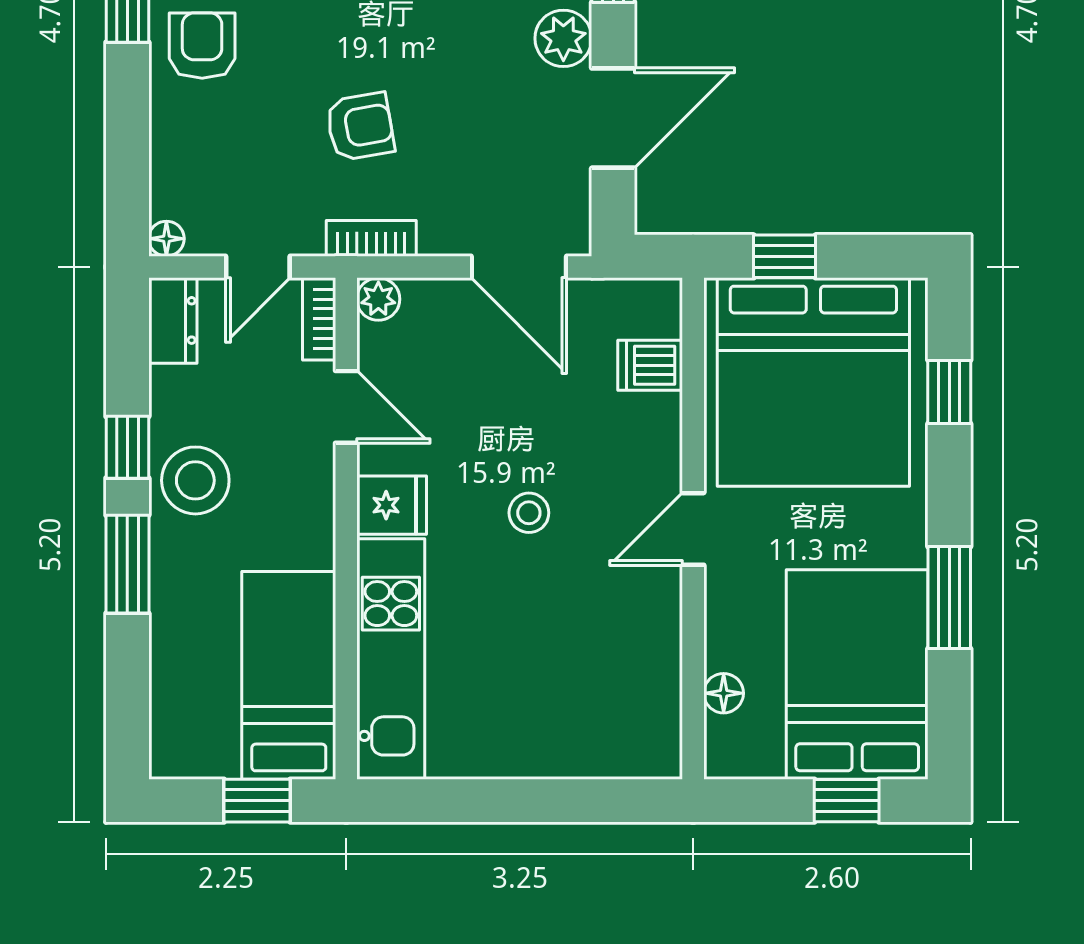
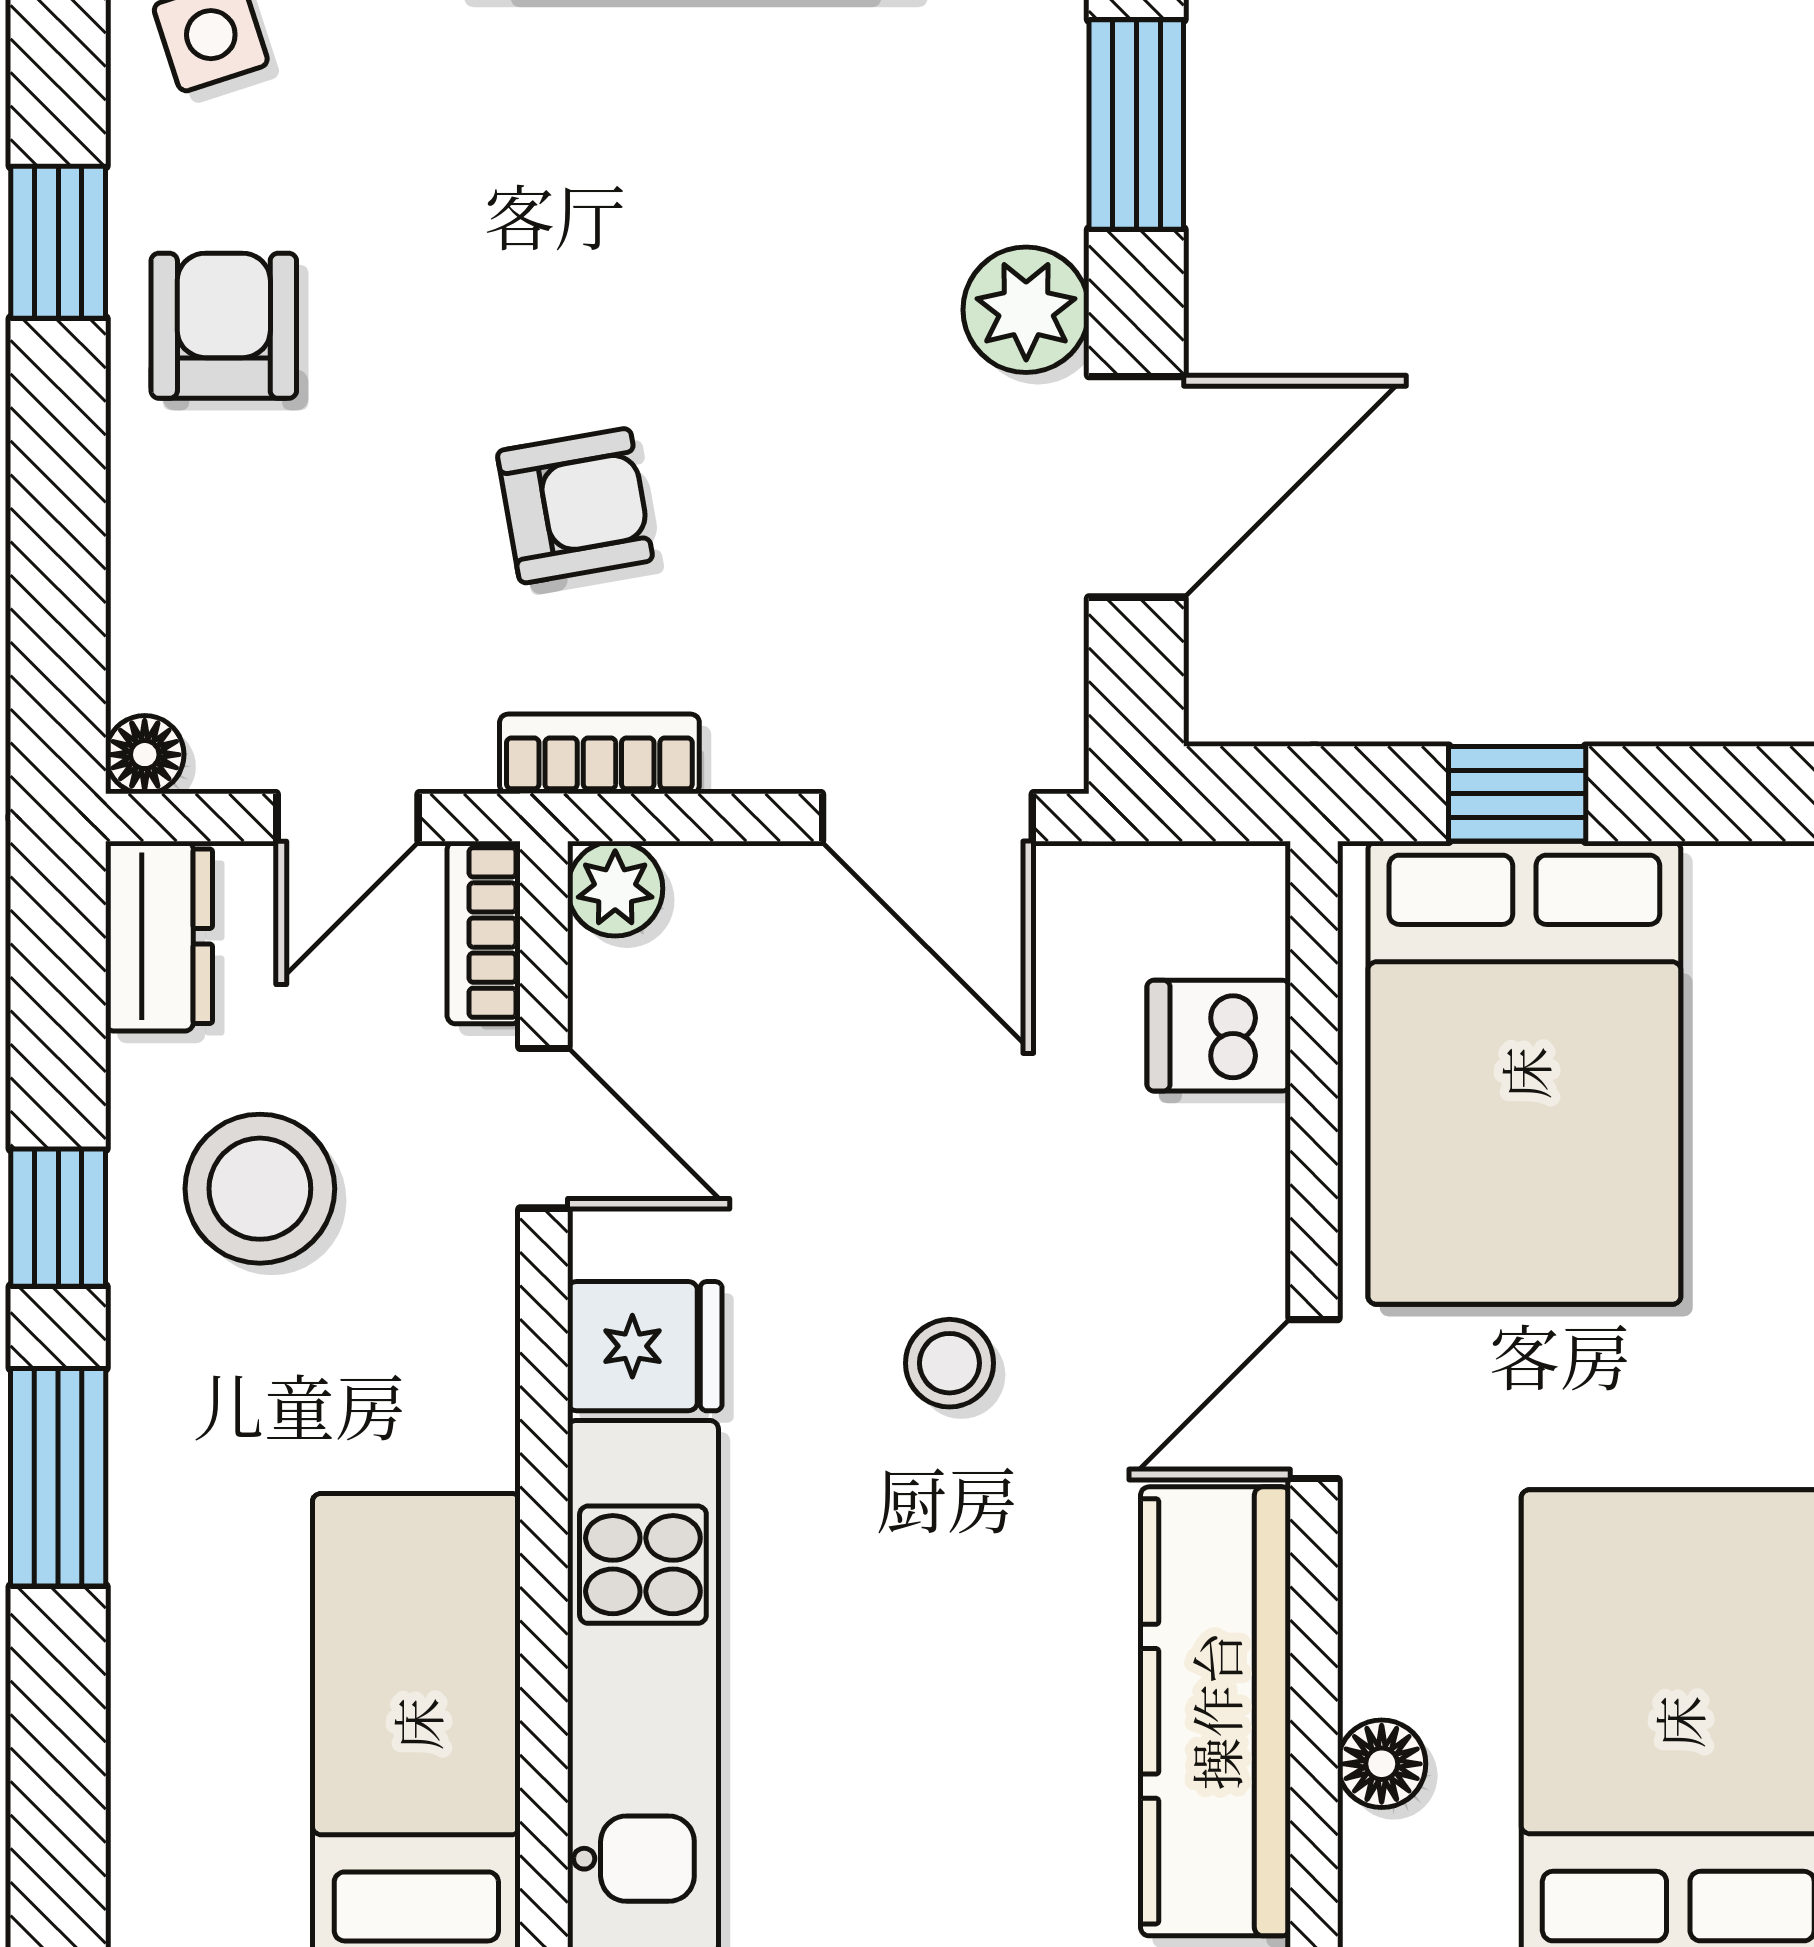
bed: (813, 382) -> (1524, 1073), width x0.73
stool: (195, 480) -> (260, 1189), moved
kitchen counter: (649, 670) -> (1215, 1711), added

